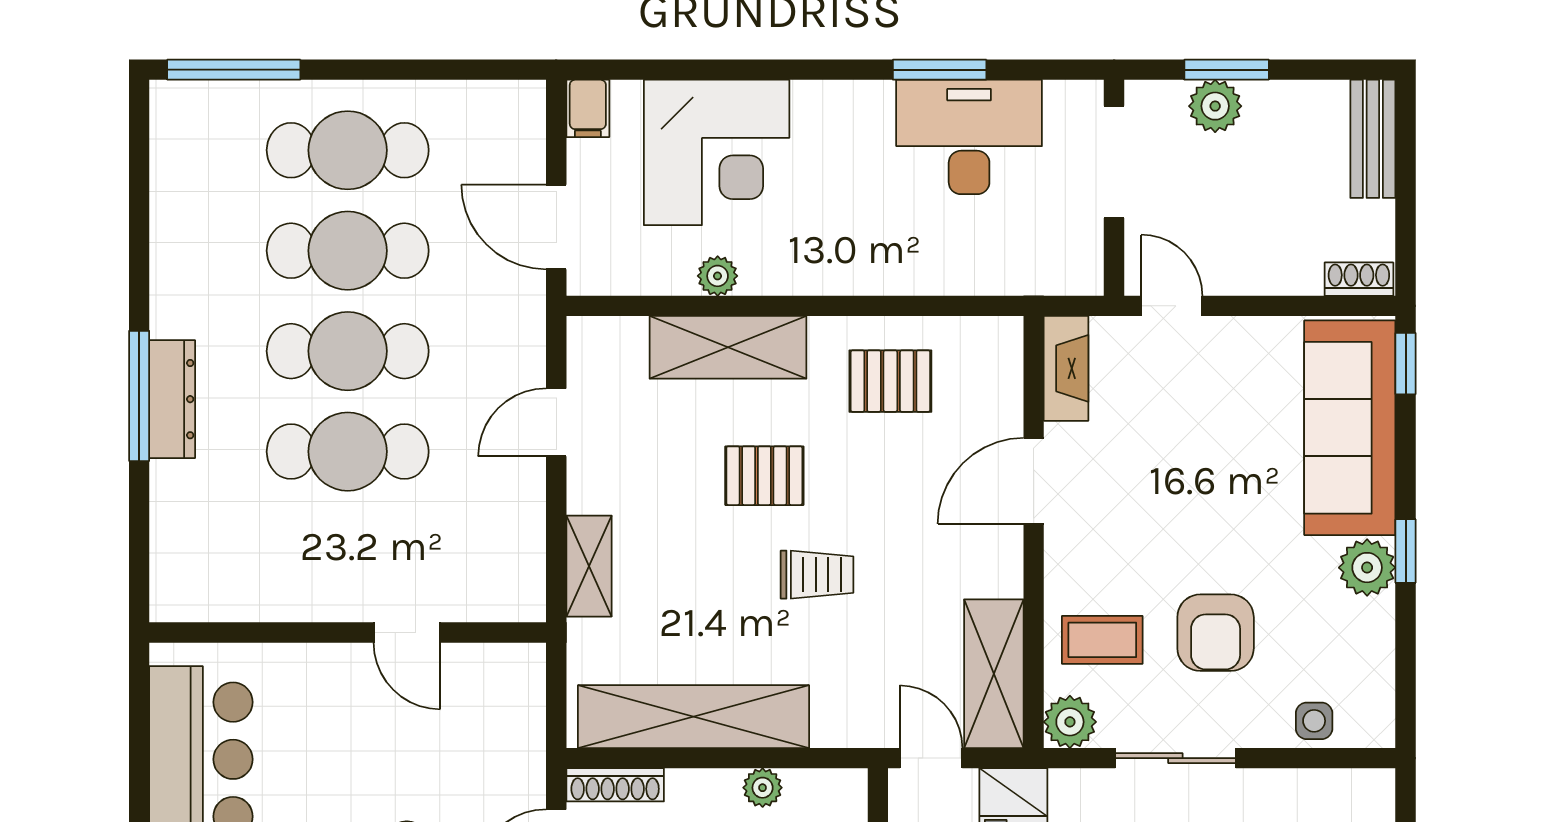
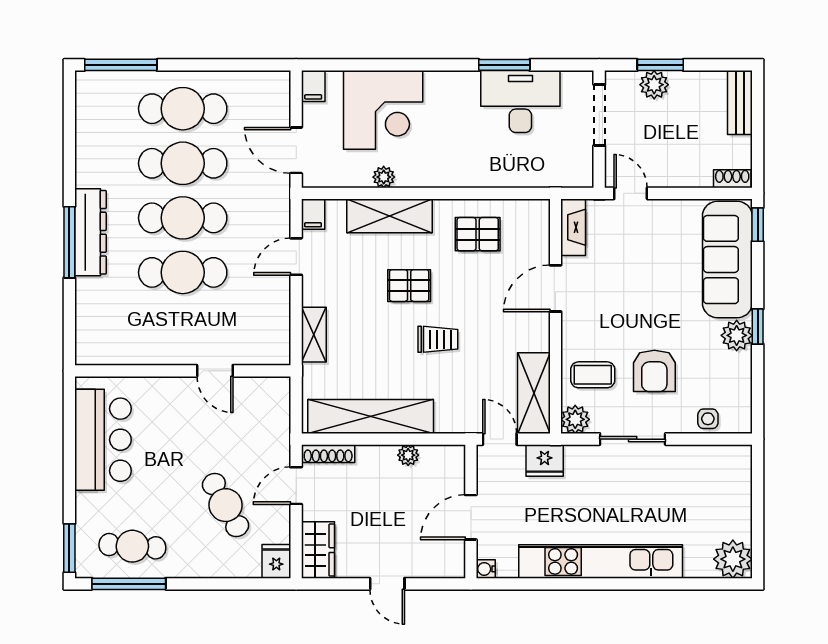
filing cabinet: (587, 344) -> (313, 214), added
dresser: (172, 399) -> (90, 232), width x1.37, depth x1.24

